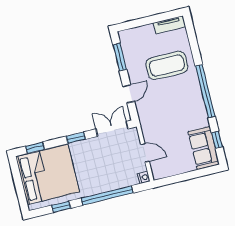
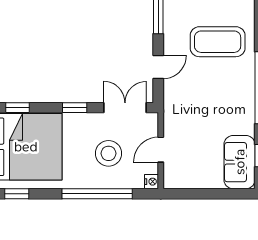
door: (145, 153) -> (161, 150), swing flipped
stool: (108, 165) -> (109, 153), added
window: (61, 207) -> (17, 194), moved

